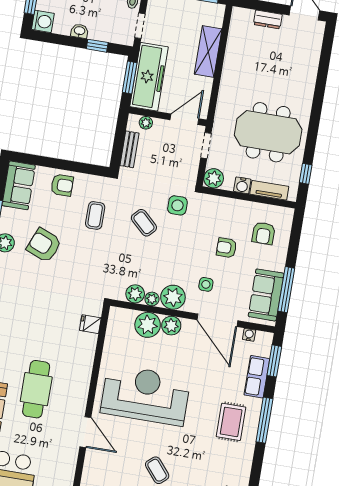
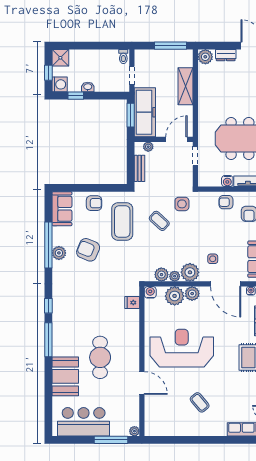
window: (97, 46) -> (76, 96), moved
plant: (214, 178) -> (205, 57), moved
coffee table: (95, 215) -> (122, 222), width x1.86, depth x1.72
armchair: (226, 248) -> (226, 202), moved
water cooler: (116, 315) -> (150, 292), added

